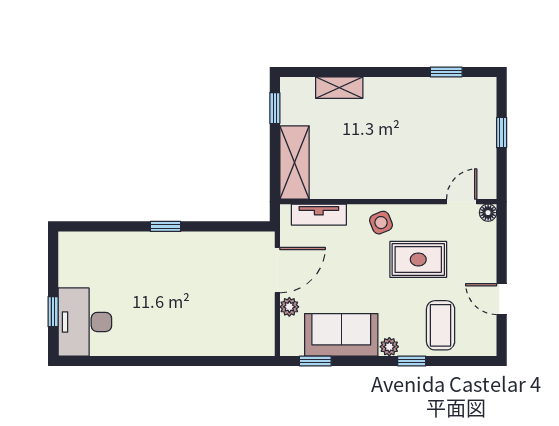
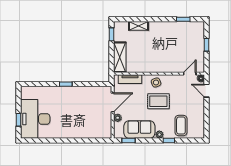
rug: (418, 259) -> (158, 101), moved
door: (502, 299) -> (207, 91), moved
desk: (85, 322) -> (35, 119), width x1.36, depth x1.30

